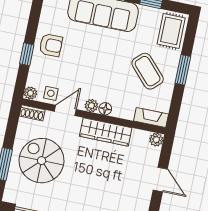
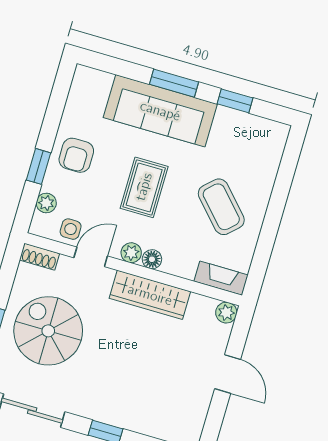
rug: (171, 31) -> (144, 187), moved
armchair: (51, 45) -> (76, 155), turned 90
window: (183, 70) -> (275, 209), removed
plant: (31, 93) -> (46, 203), moved

